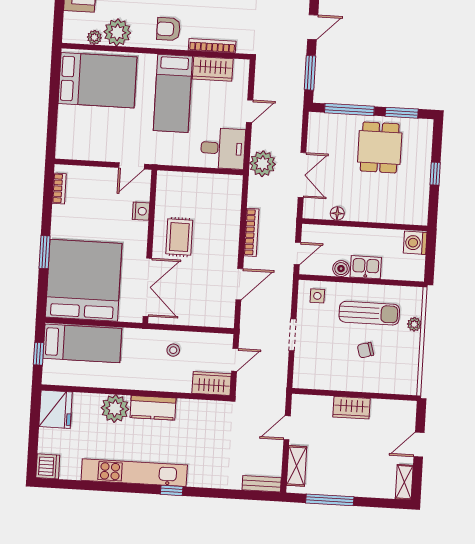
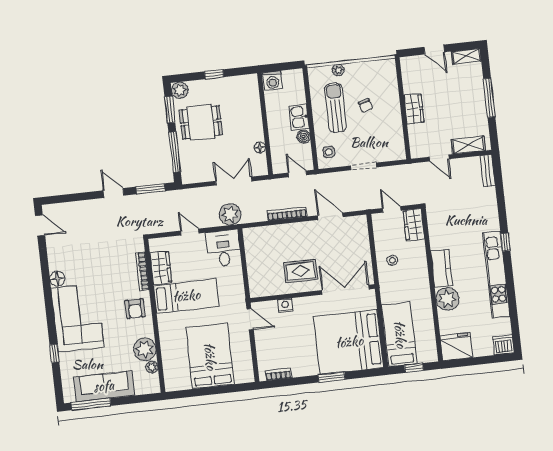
bed: (97, 80) -> (210, 356), moved
plant: (423, 129) -> (180, 90), added
window: (330, 500) -> (489, 98), moved

